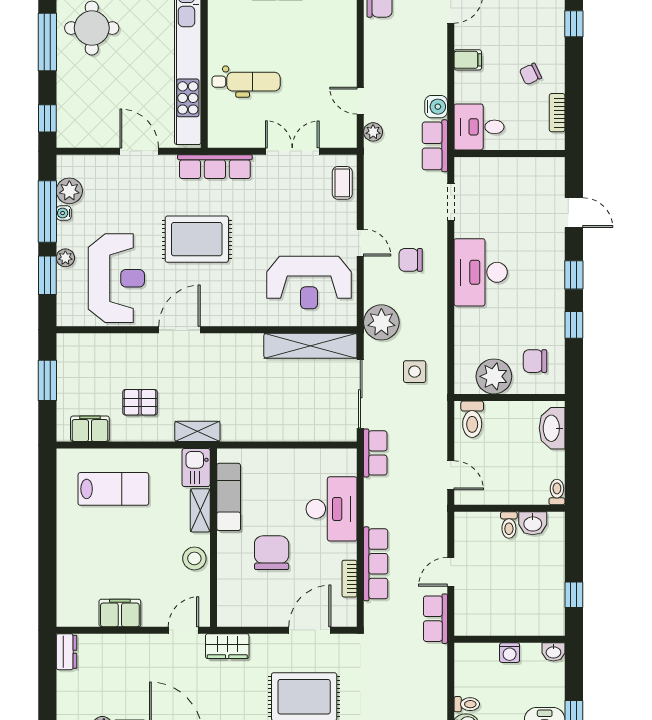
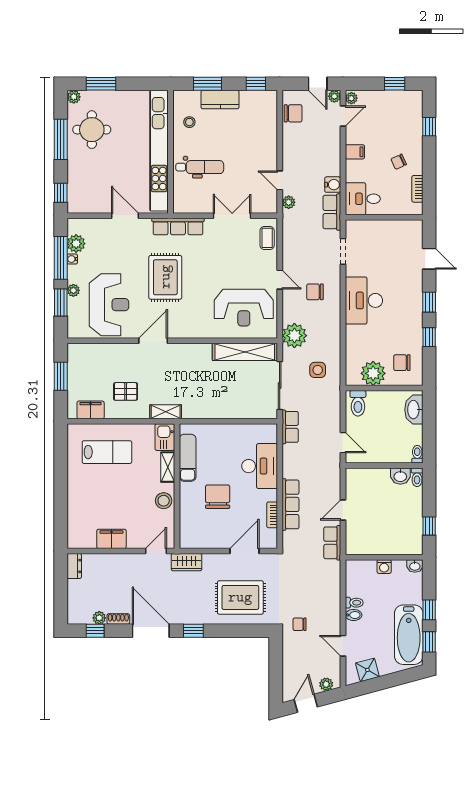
stool: (231, 17) -> (189, 122), added
rug: (197, 239) -> (165, 277), turned 90
toilet: (509, 525) -> (417, 477), moved

